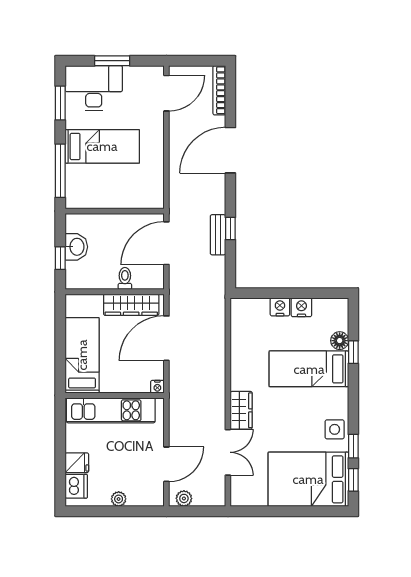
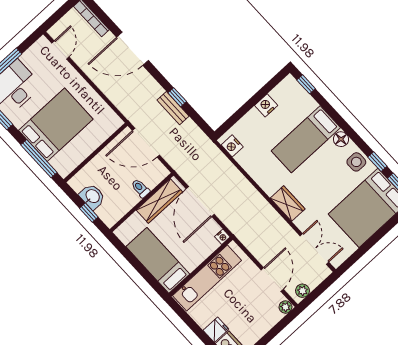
door: (166, 93) -> (60, 50), width x0.73
bed: (102, 146) -> (56, 125), width x1.50
door: (230, 150) -> (132, 49), hinge flipped
door: (166, 243) -> (146, 143), hinge flipped
nightstand: (280, 307) -> (232, 146), moved, turned -90
floor lamp: (340, 341) -> (341, 139), moved
window: (353, 352) -> (306, 84), moved
double door: (228, 452) -> (314, 249), moved
plant: (119, 499) -> (285, 307), moved

